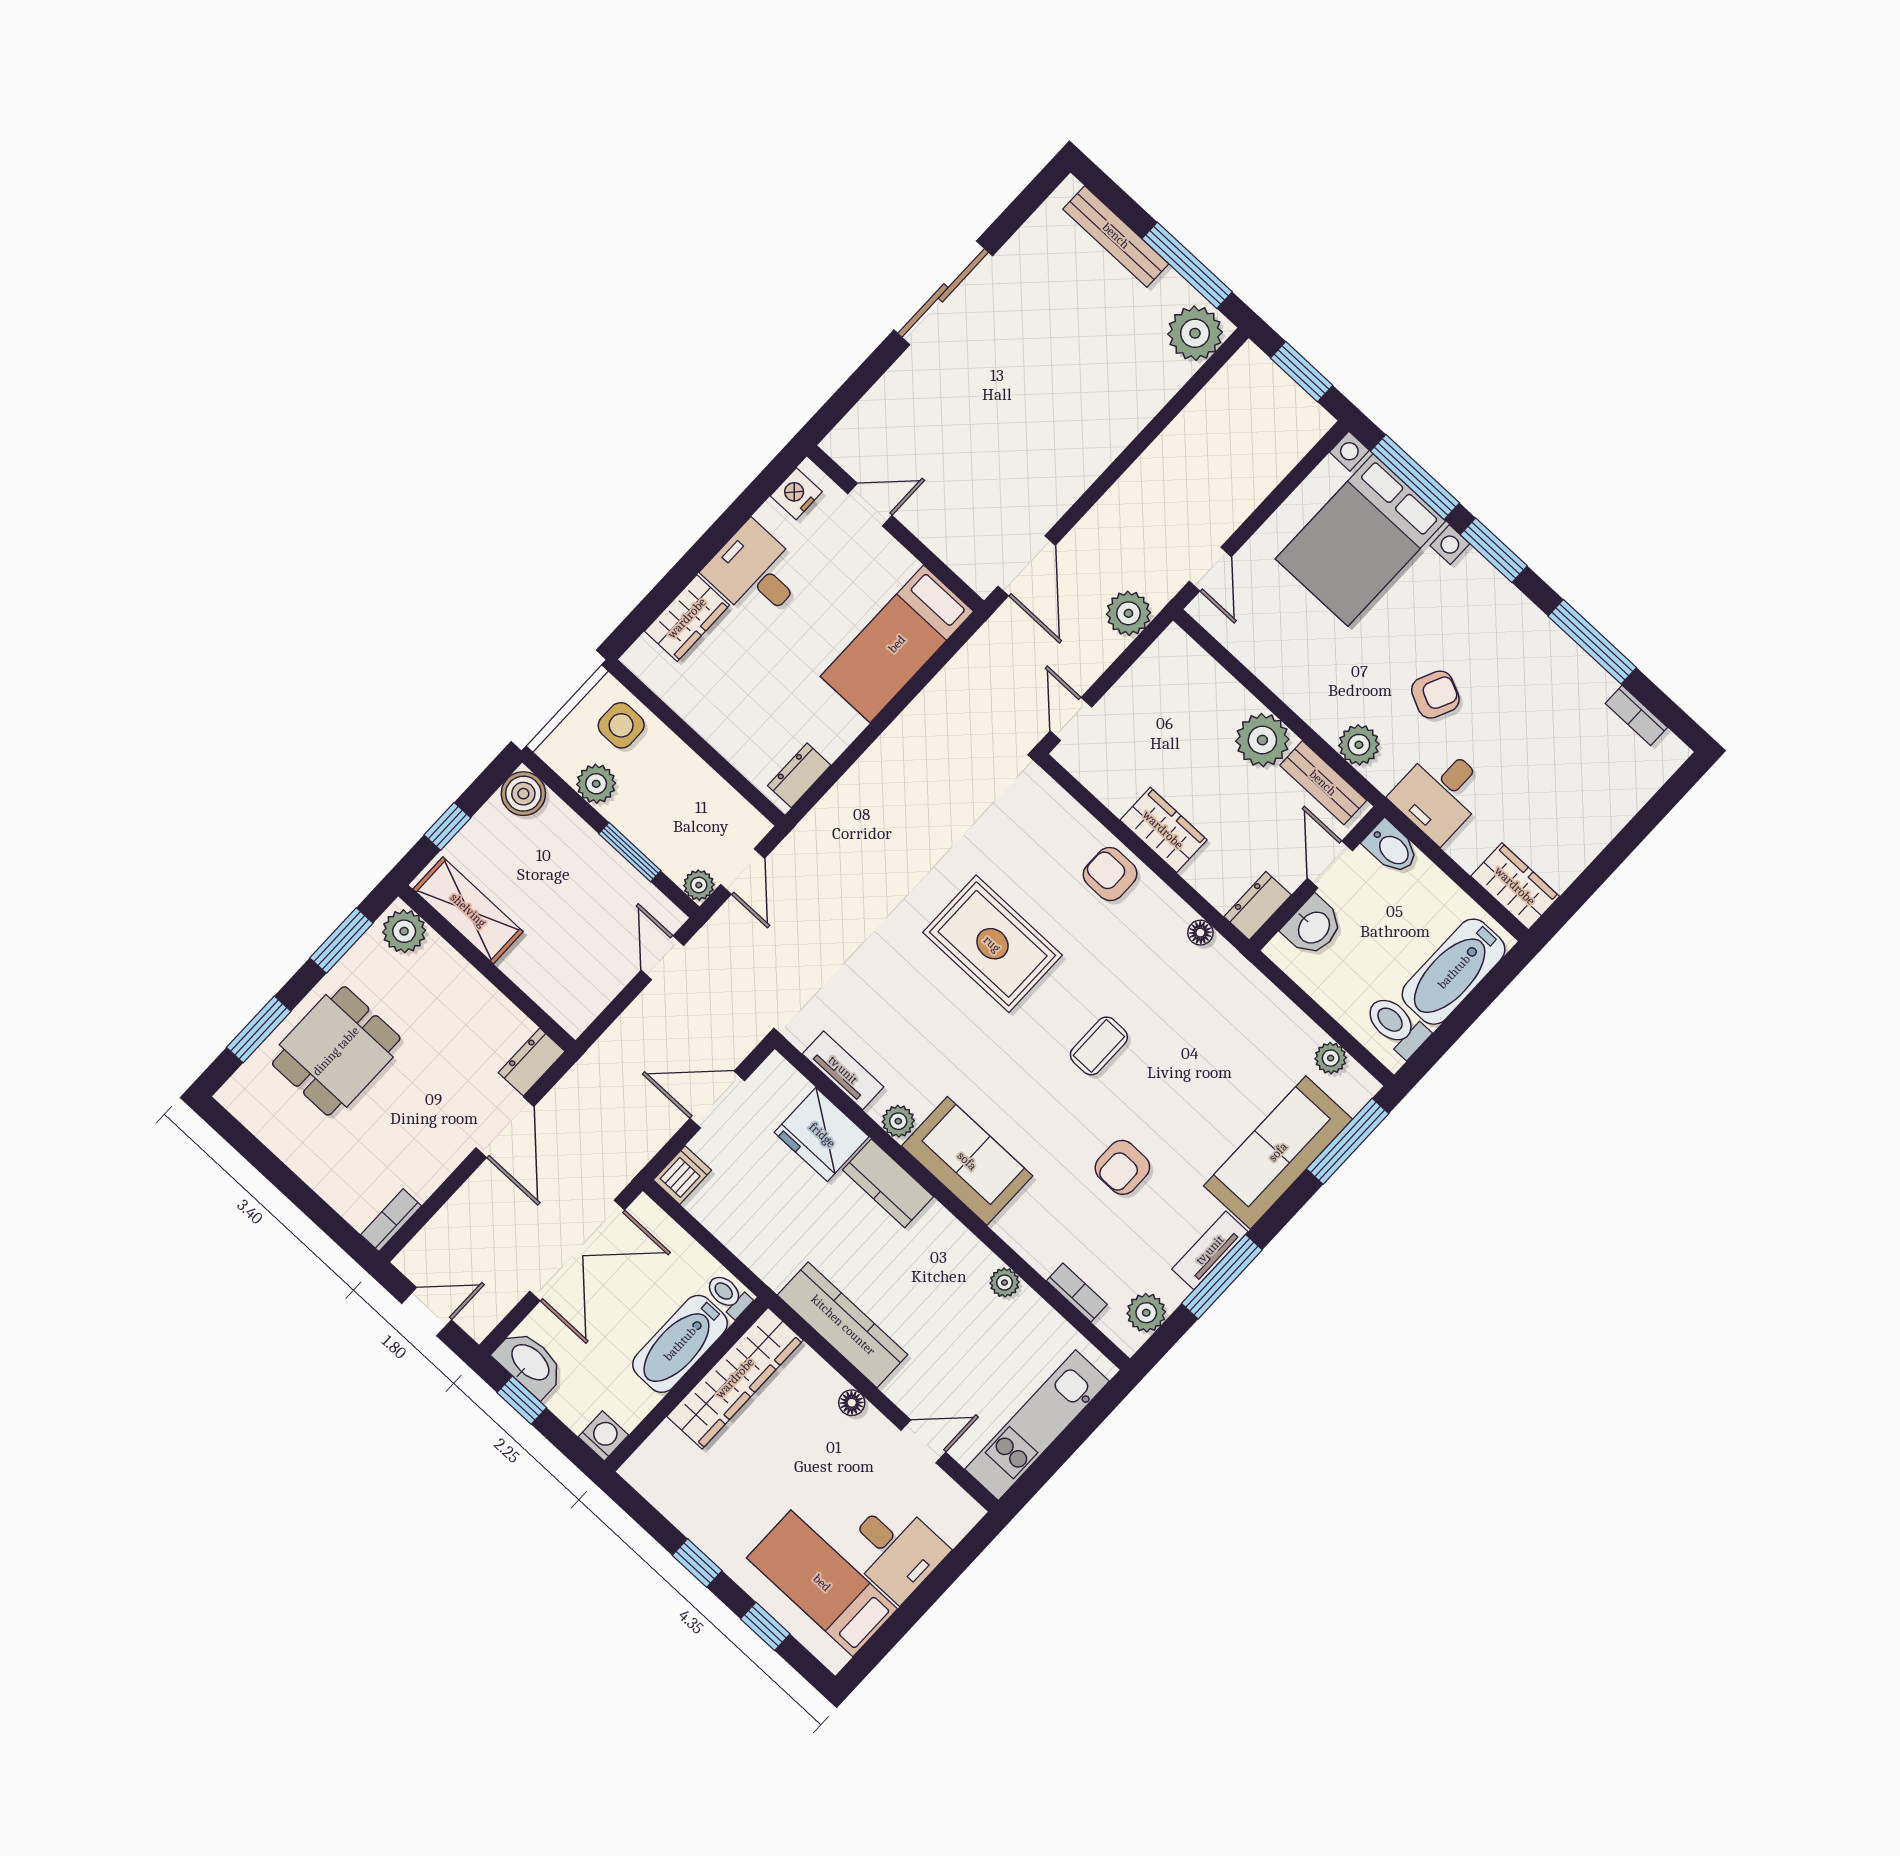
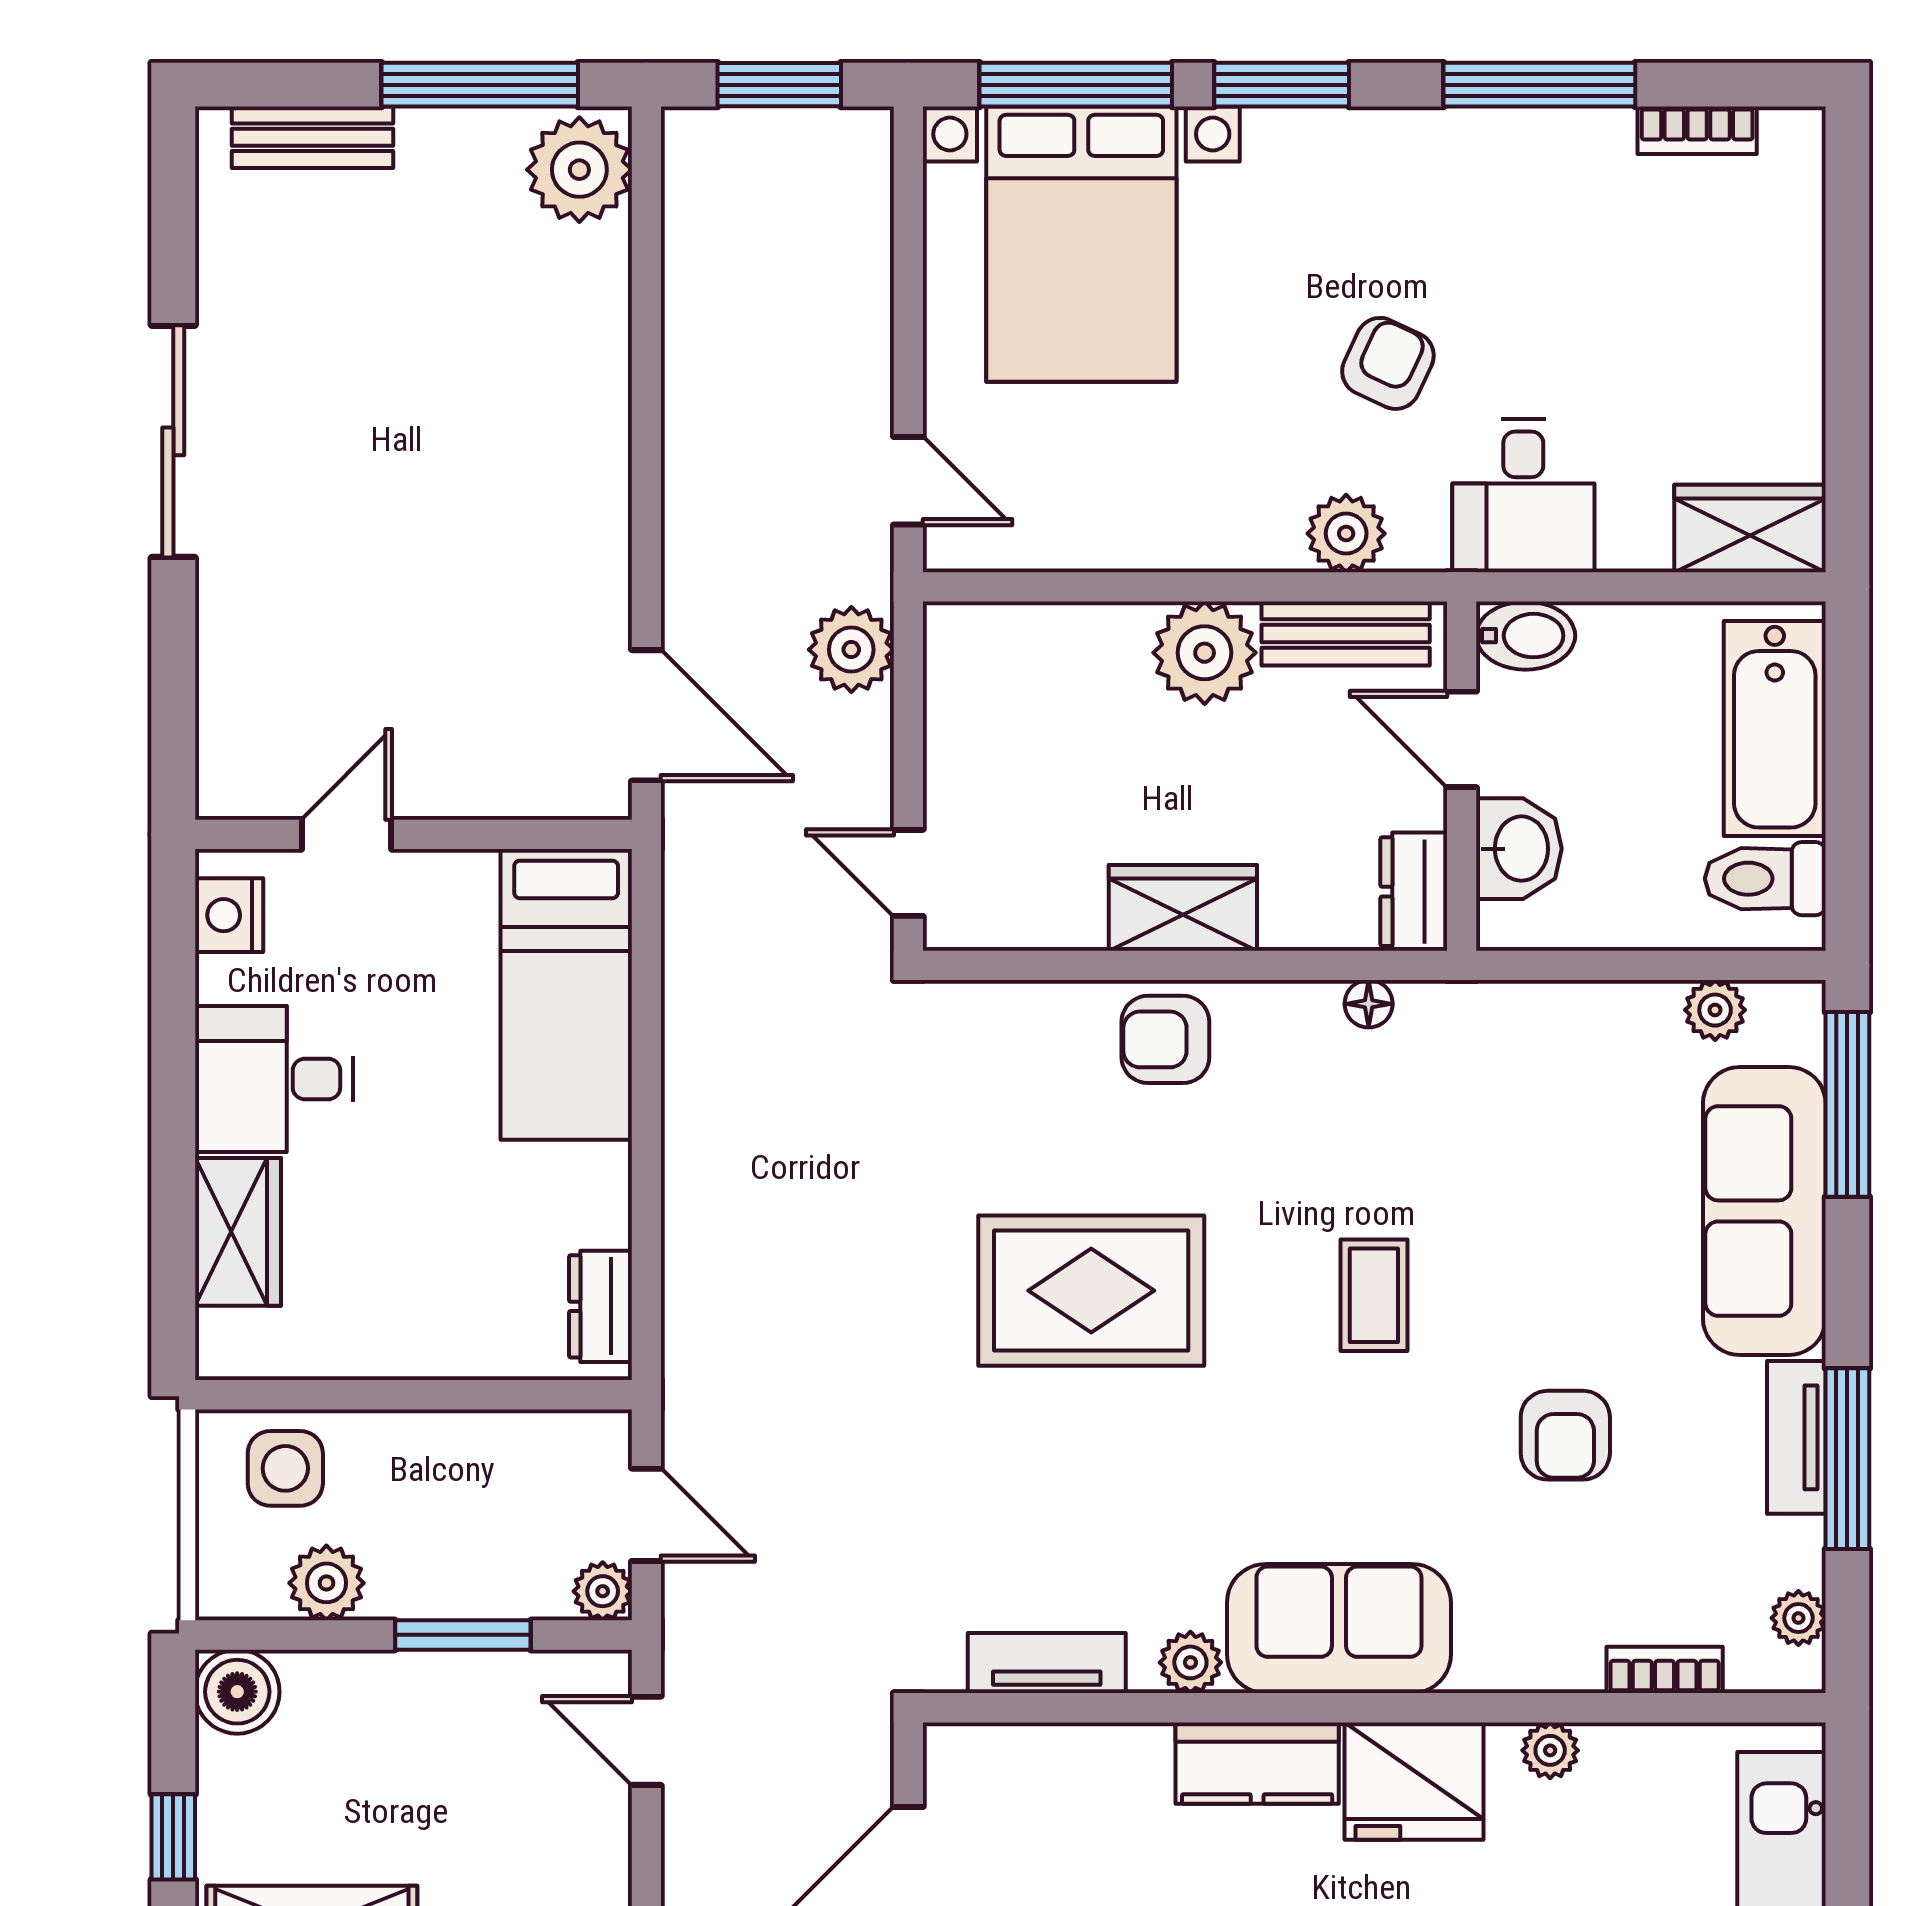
bench: (1116, 236) -> (313, 137), width x0.73
fridge: (822, 1135) -> (1414, 1781), moved
plant: (1146, 1313) -> (1798, 1618), width x0.73, depth x0.73

